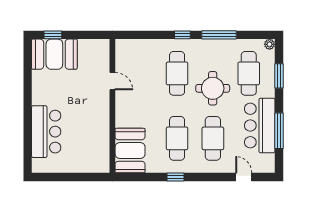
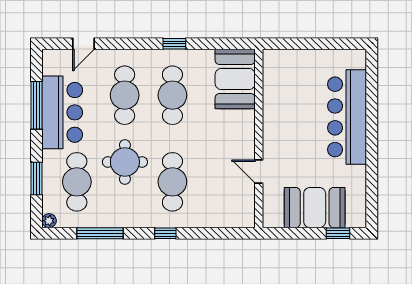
window: (219, 35) -> (100, 233), moved
booth: (54, 54) -> (315, 208), moved
bar counter: (46, 132) -> (347, 117), width x1.36
door: (244, 177) -> (83, 44), hinge flipped

